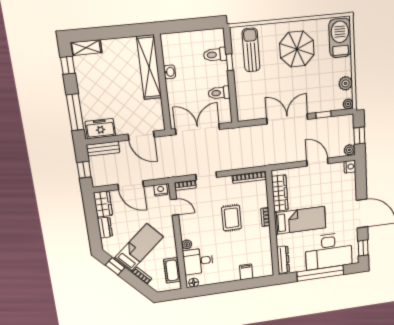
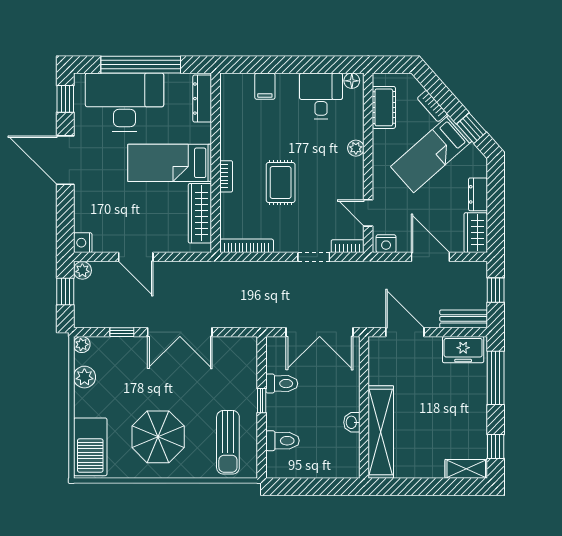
window: (230, 62) -> (262, 401), moved
desk: (198, 261) -> (321, 96), moved, turned -90

